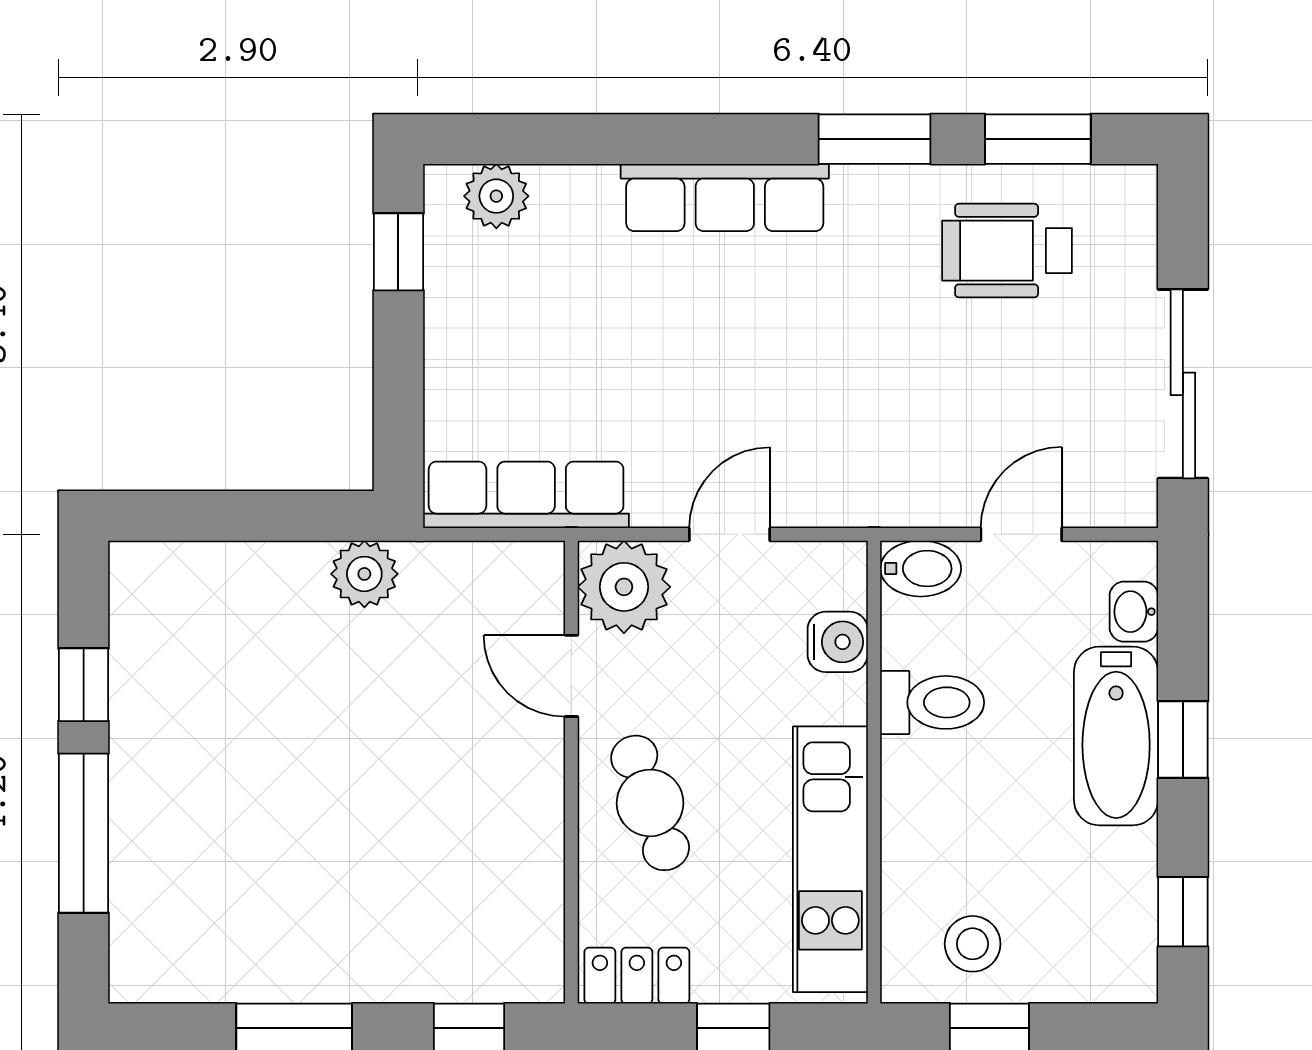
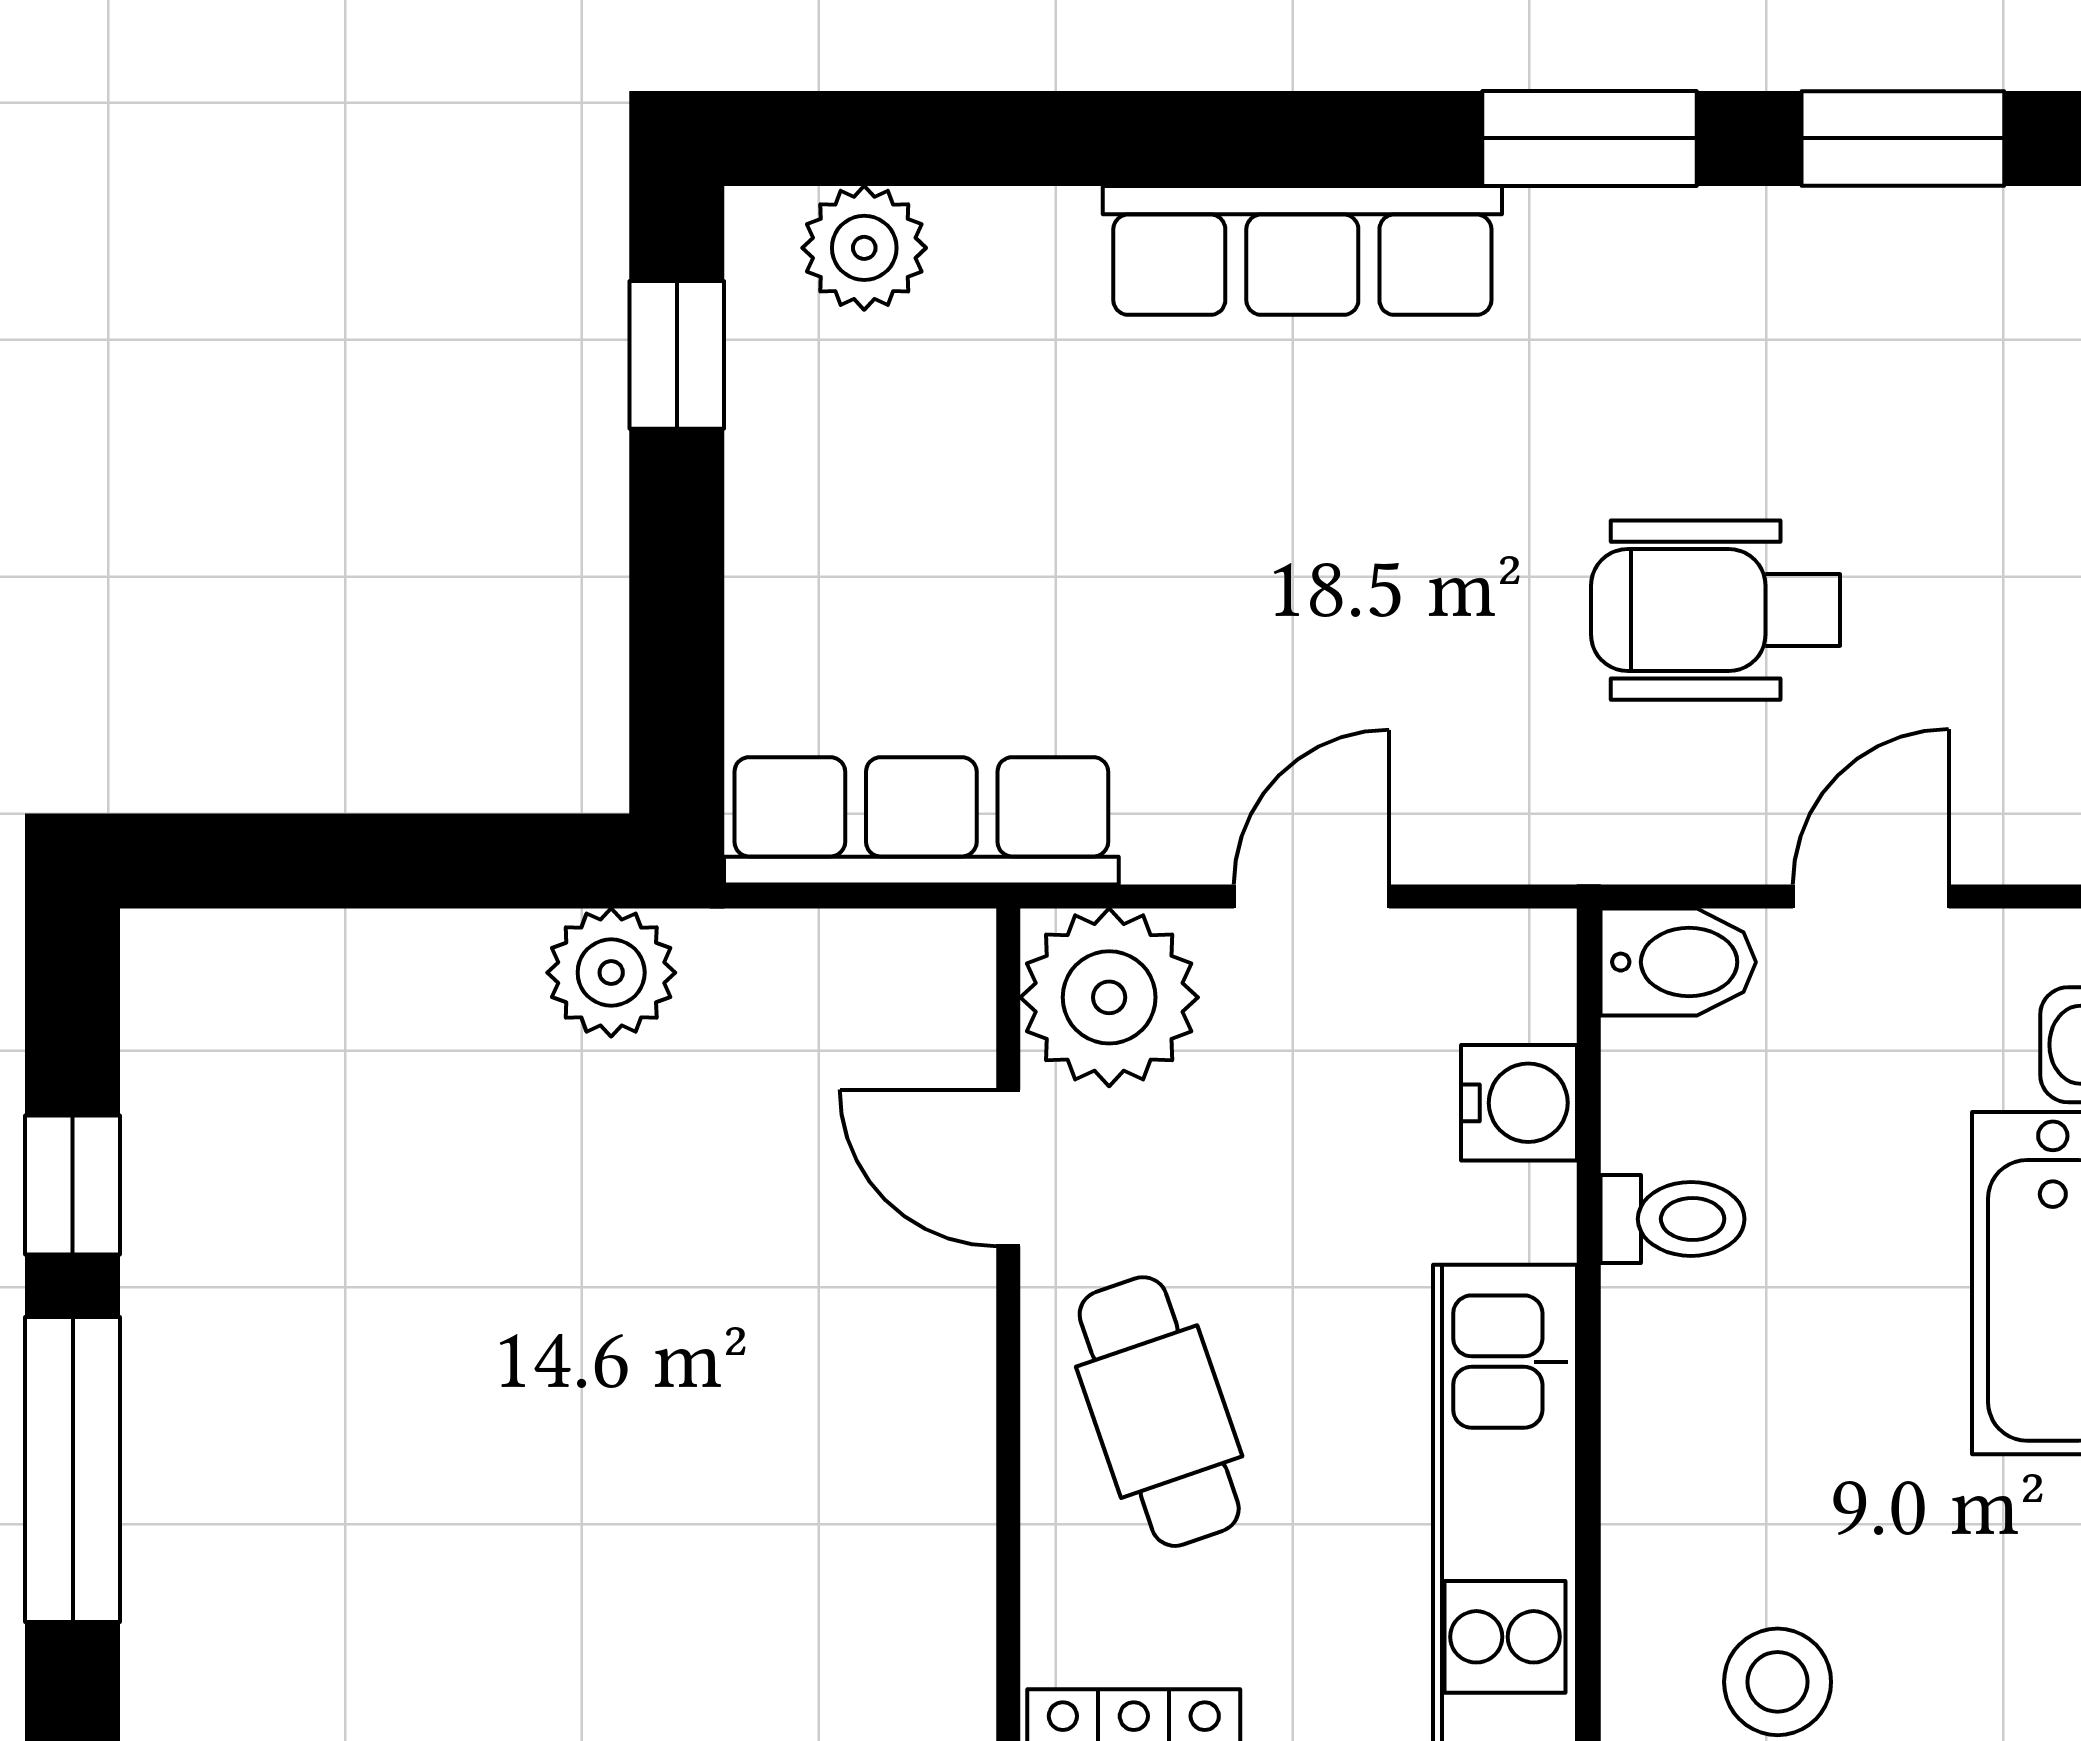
wheelchair: (1007, 251) -> (1716, 610), moved
toilet: (932, 702) -> (1672, 1219), width x0.73, depth x0.72

